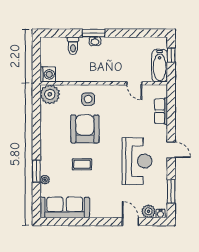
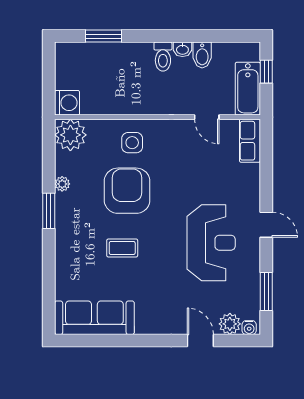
window: (94, 33) -> (103, 36), moved
washbasin: (95, 41) -> (182, 49), moved
bidet: (131, 45) -> (202, 55), added
toilet: (73, 46) -> (163, 57), moved
row of seats: (161, 111) -> (250, 141), moved
window: (36, 171) -> (49, 211), moved
plant: (45, 180) -> (62, 184), moved

